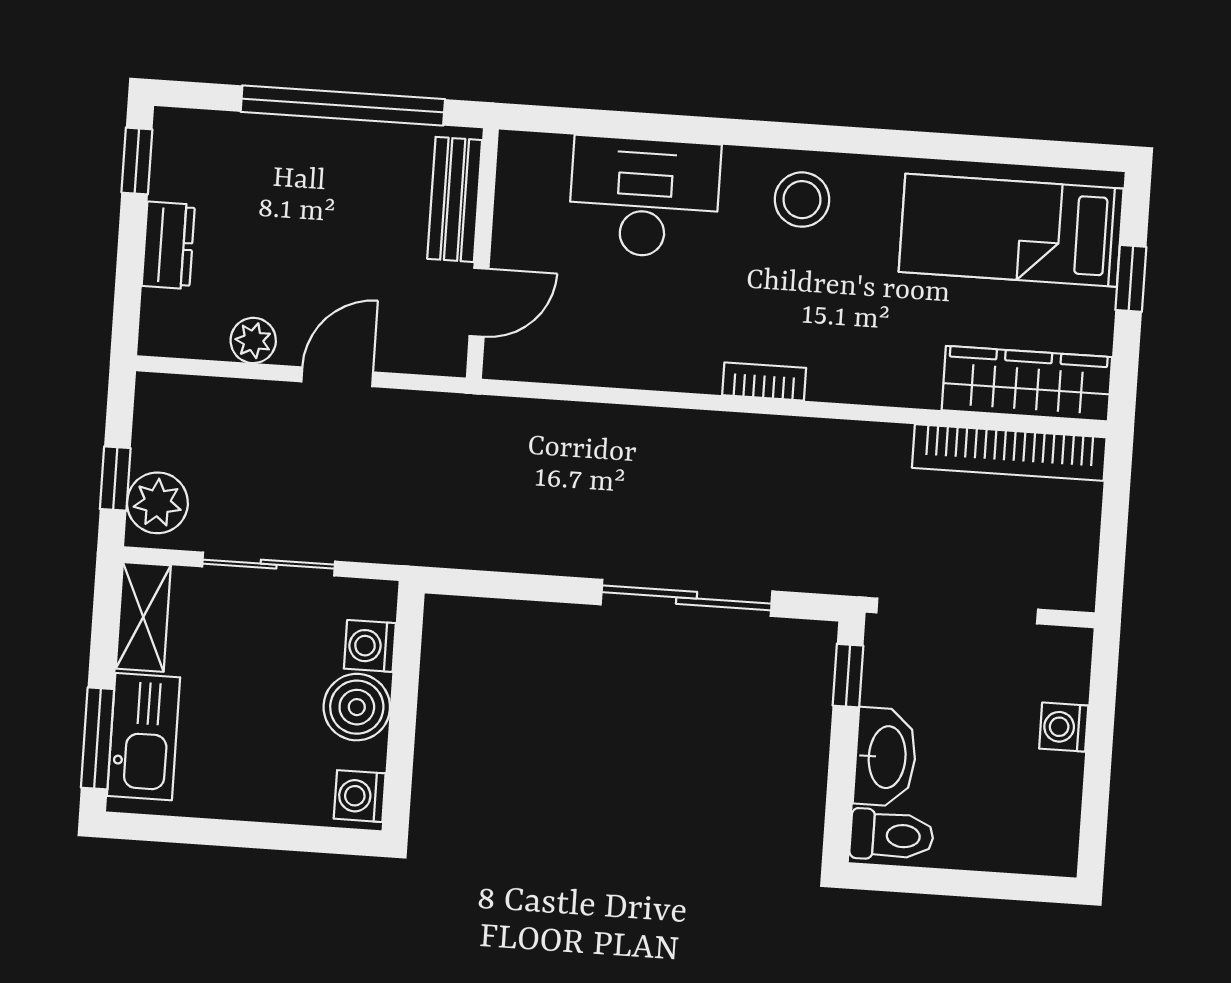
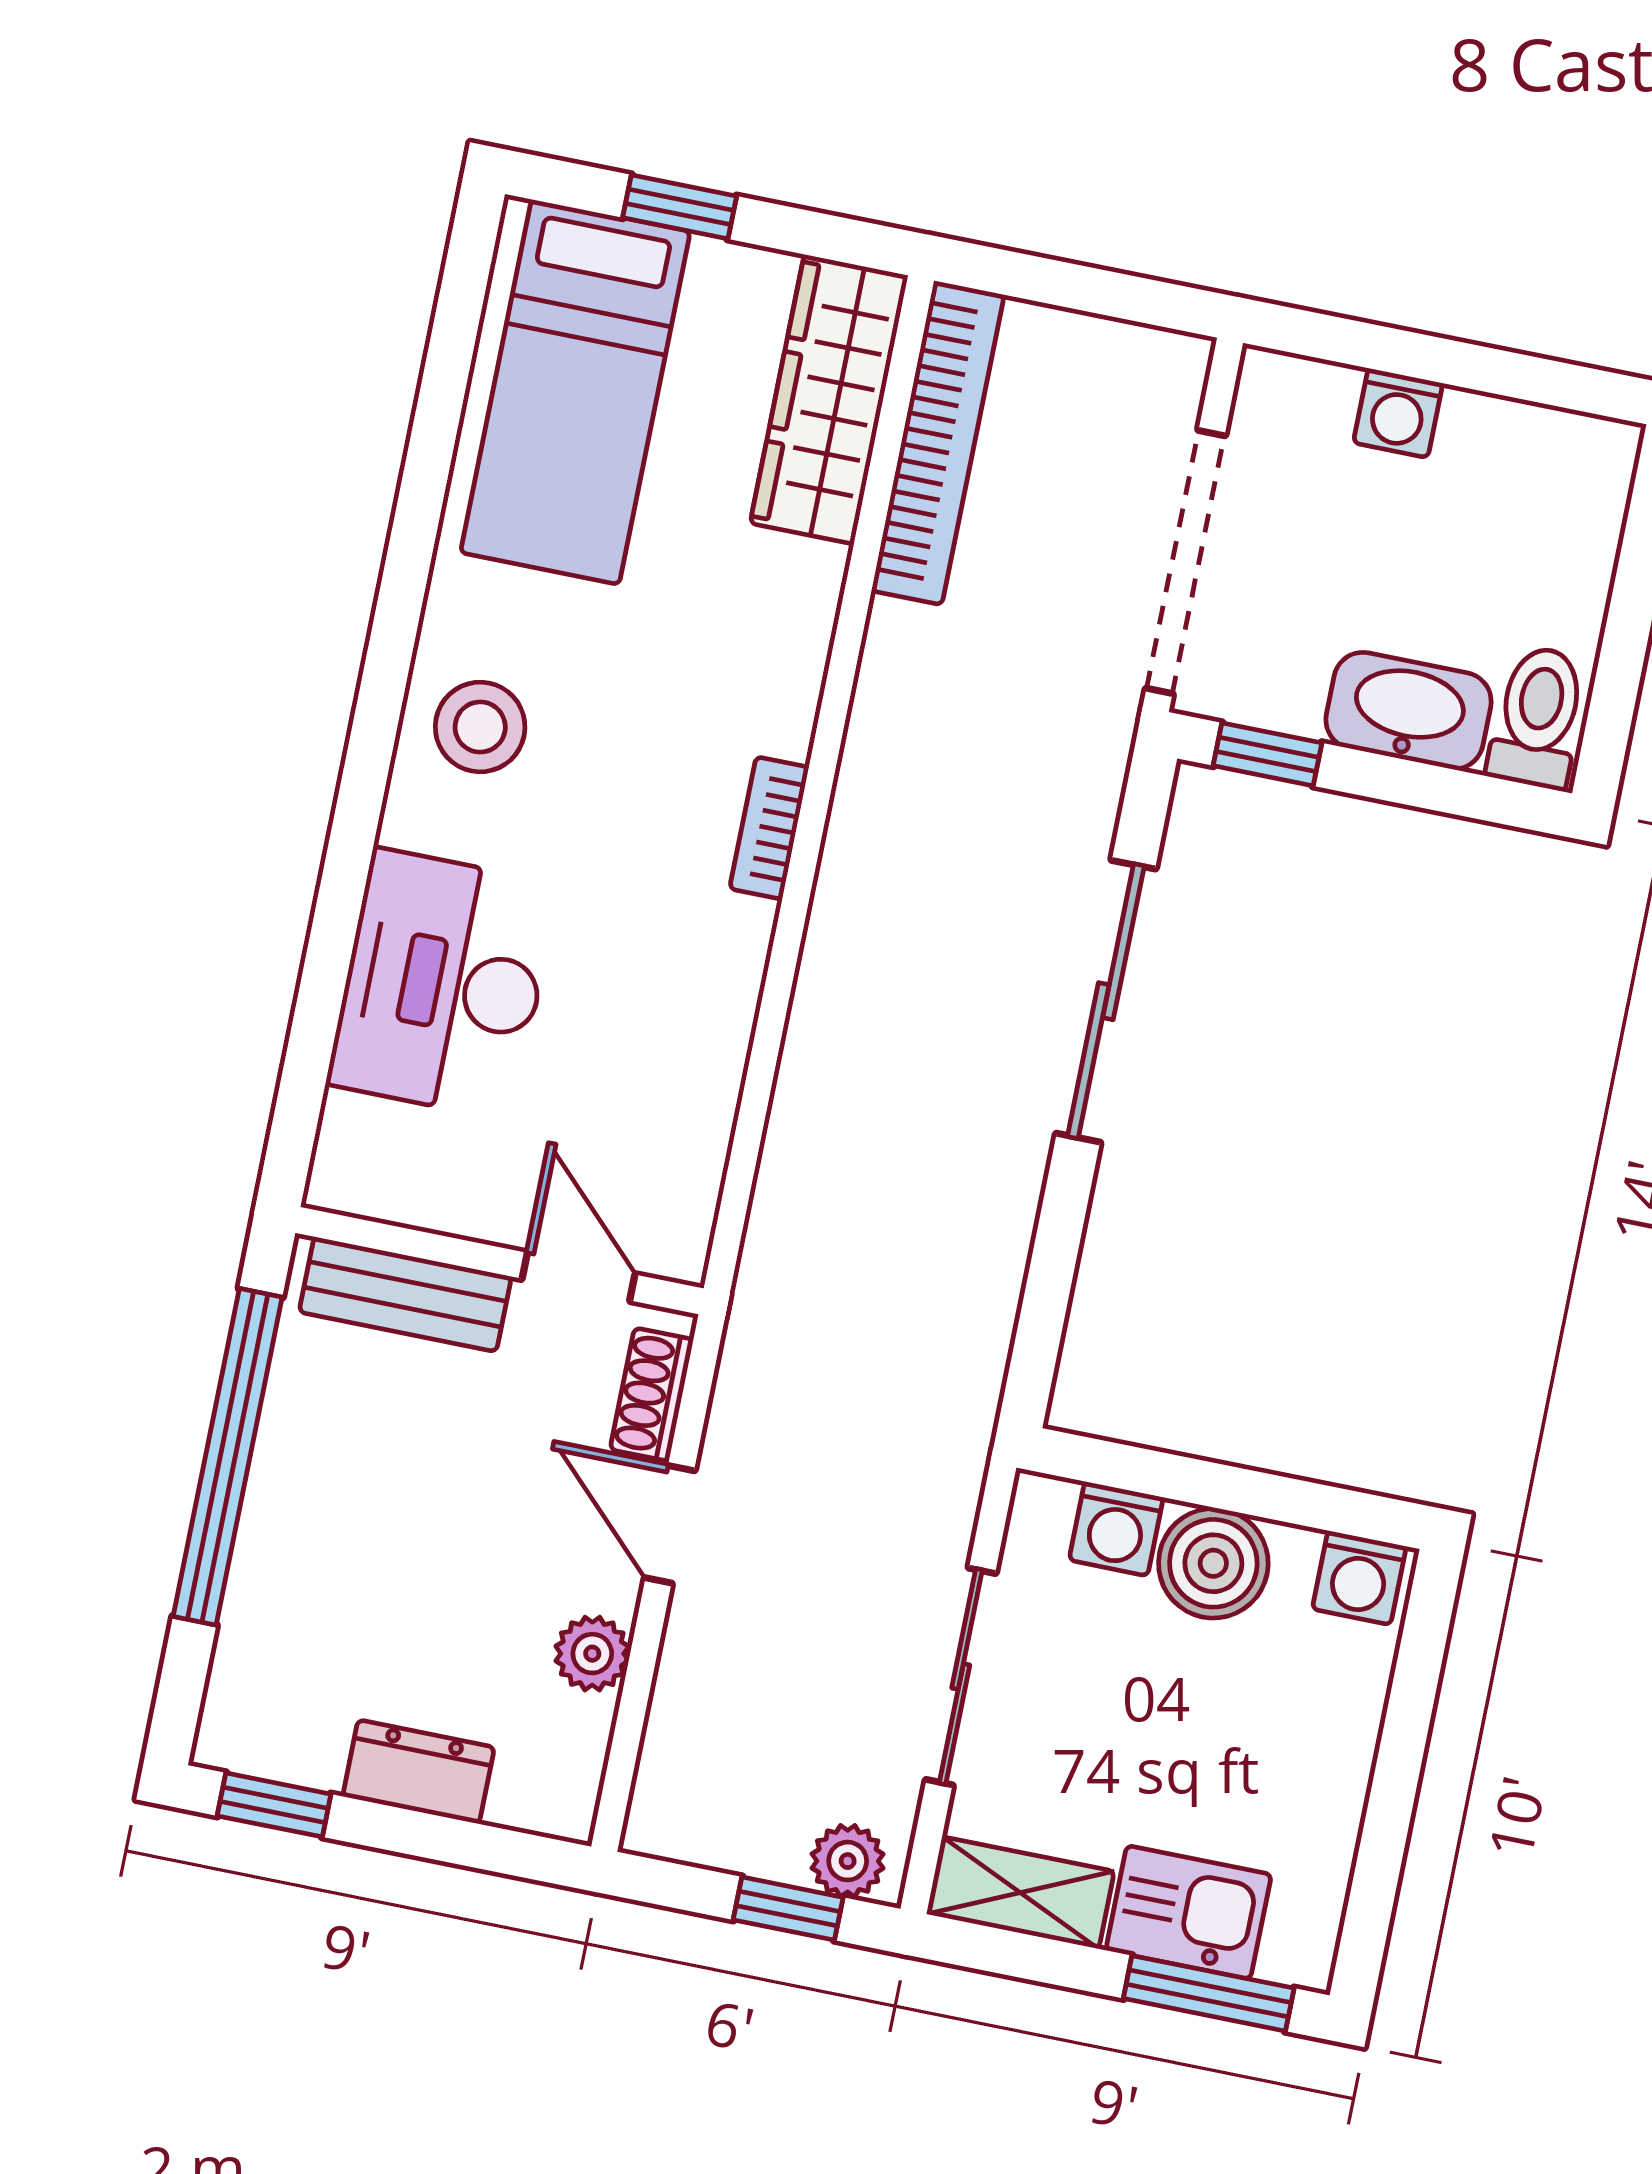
shoe rack: (414, 356) -> (652, 1395), added
plant: (157, 503) -> (848, 1861), width x0.73, depth x0.73
kitchen sink: (144, 737) -> (1189, 1912), width x0.73

